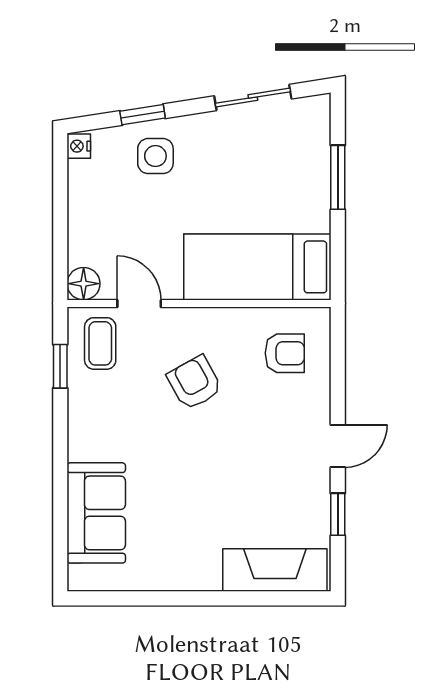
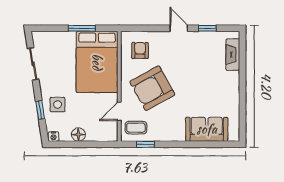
window: (338, 177) -> (82, 28), moved
bed: (257, 267) -> (97, 62), width x1.50
floor lamp: (84, 284) -> (78, 135), moved
armchair: (195, 383) -> (152, 88), width x1.88, depth x1.88
fireplace: (275, 570) -> (233, 55), width x0.73, depth x0.76

